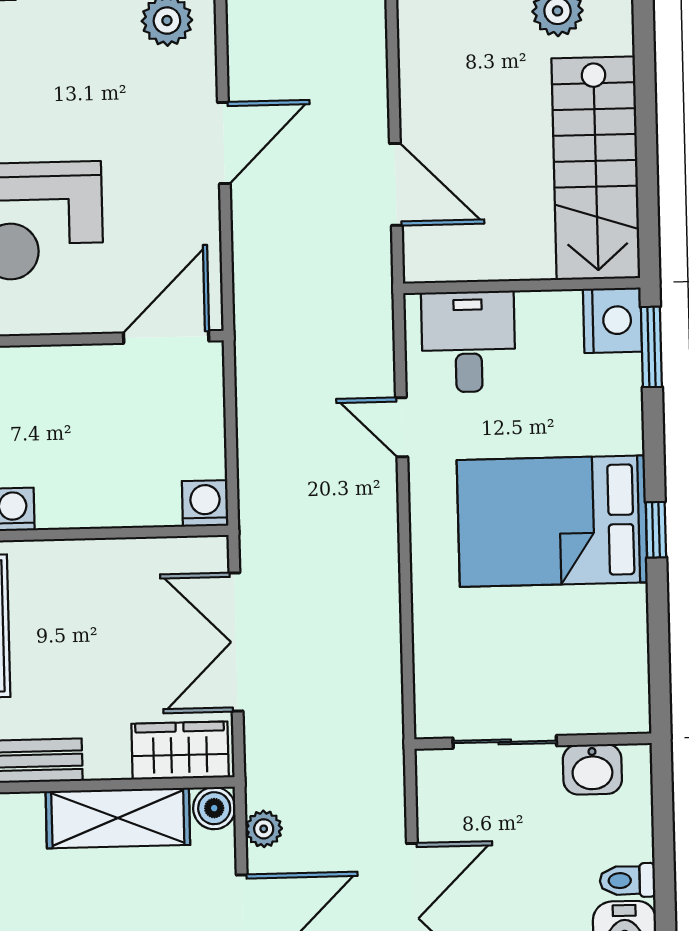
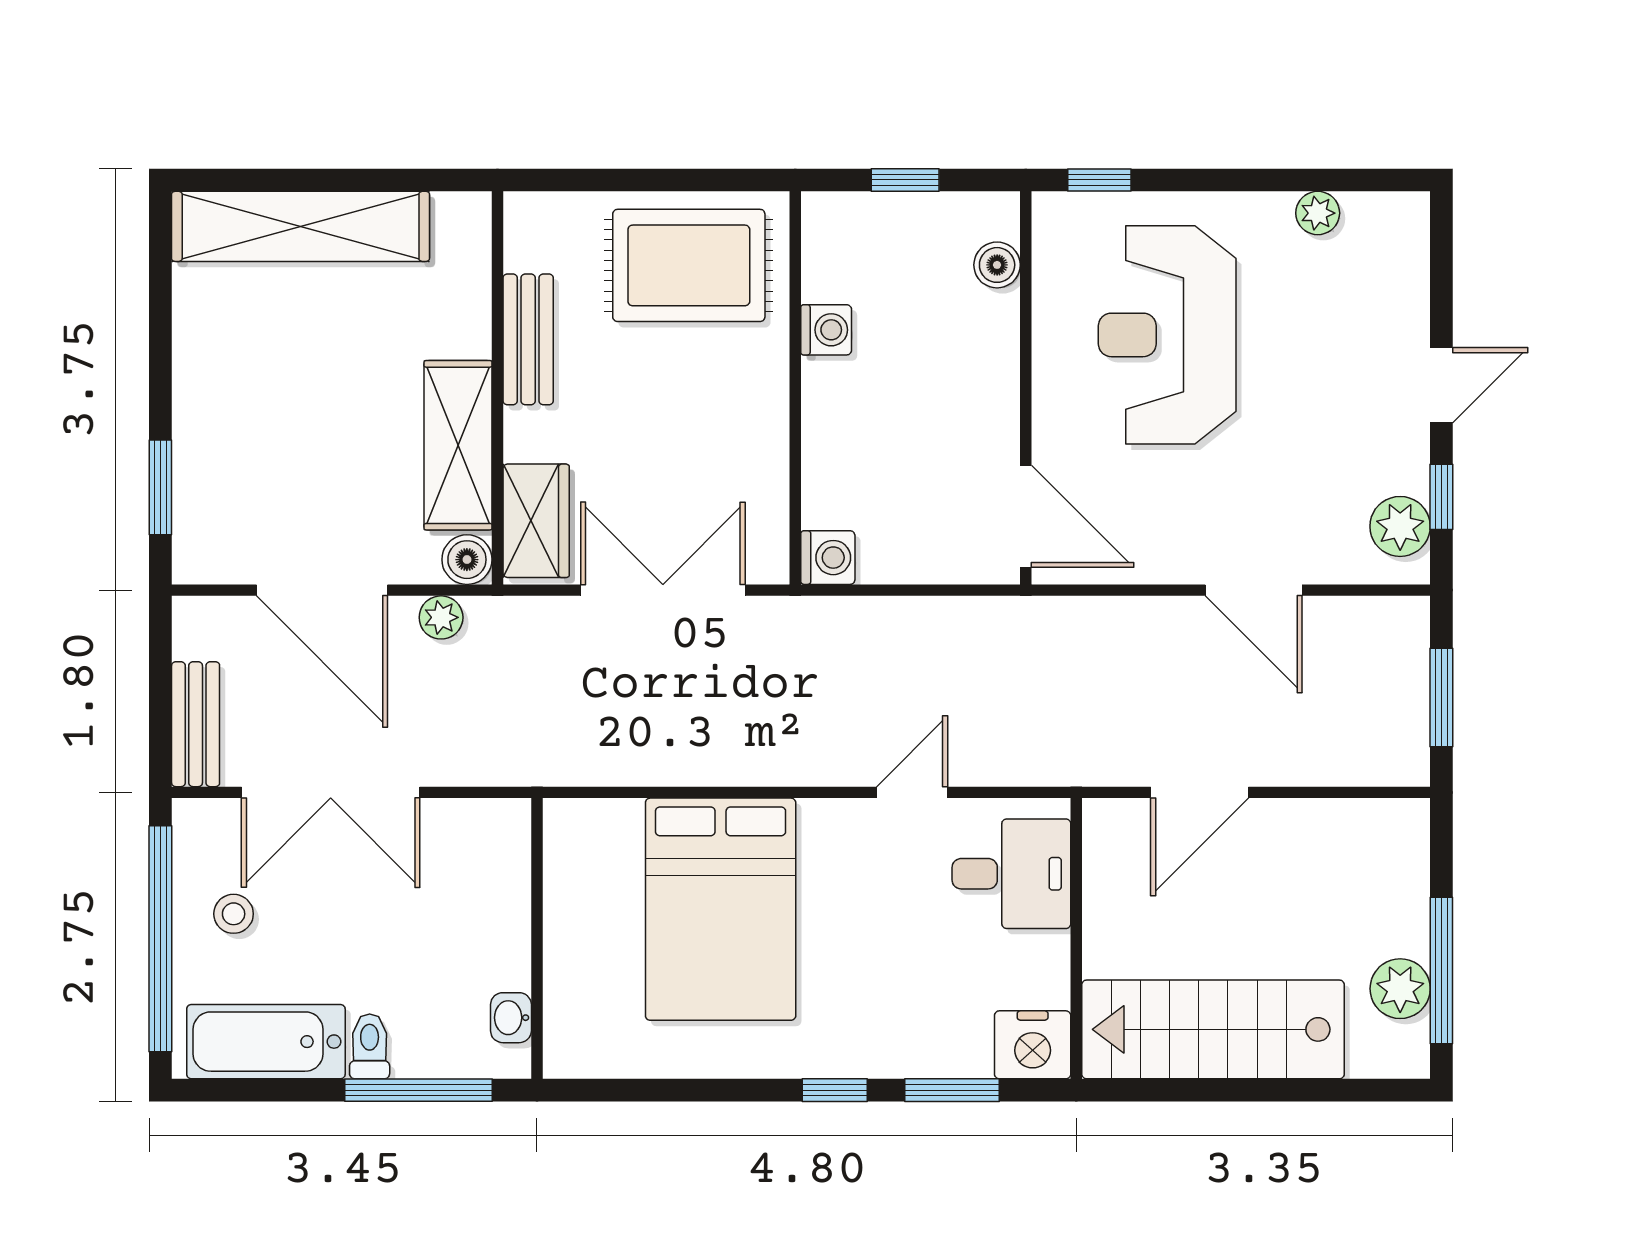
window: (651, 347) -> (952, 1090), moved
bed: (552, 521) -> (721, 909), moved, turned 180
window: (656, 530) -> (835, 1090), moved
sliding door: (505, 742) -> (537, 905), removed
washbasin: (592, 769) -> (511, 1018), width x0.72, depth x0.69
window: (663, 838) -> (418, 1090), added

